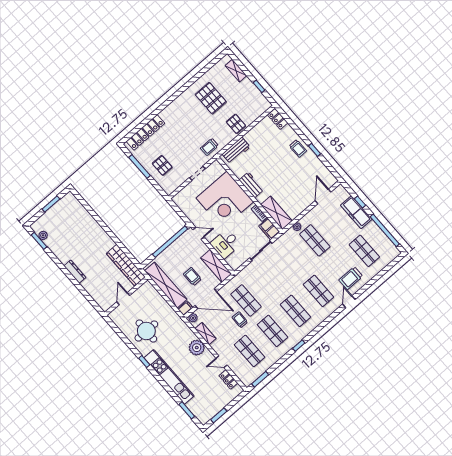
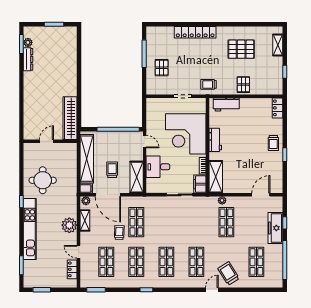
pallet: (211, 98) -> (241, 49), turned 90
locker: (145, 132) -> (195, 32), moved
dresser: (75, 272) -> (28, 59), moved
trolley: (351, 278) -> (228, 273), turned 58

